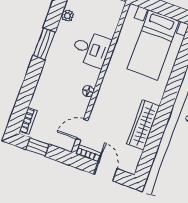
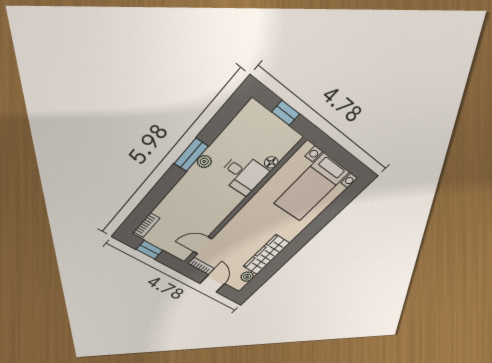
plant: (67, 16) -> (204, 162), moved
floor lamp: (88, 91) -> (271, 162), moved
plant: (135, 155) -> (247, 277), added

